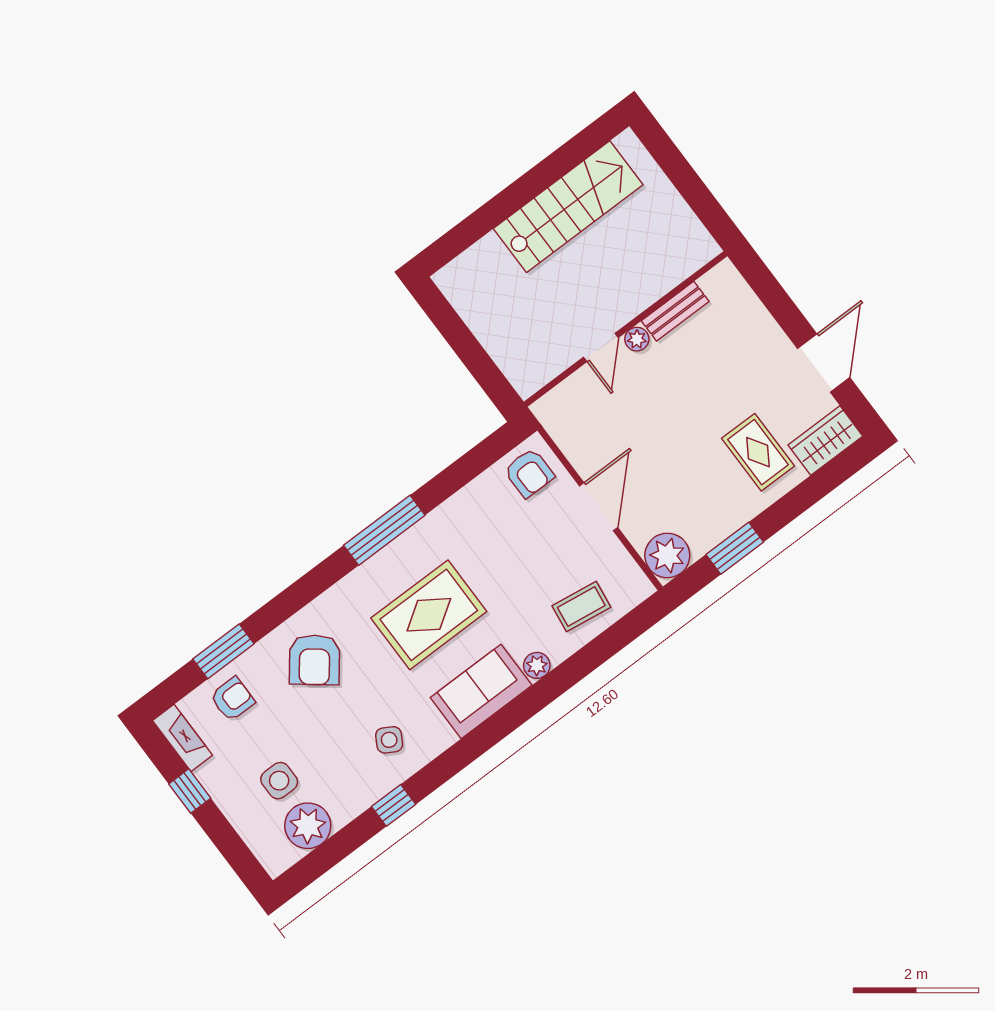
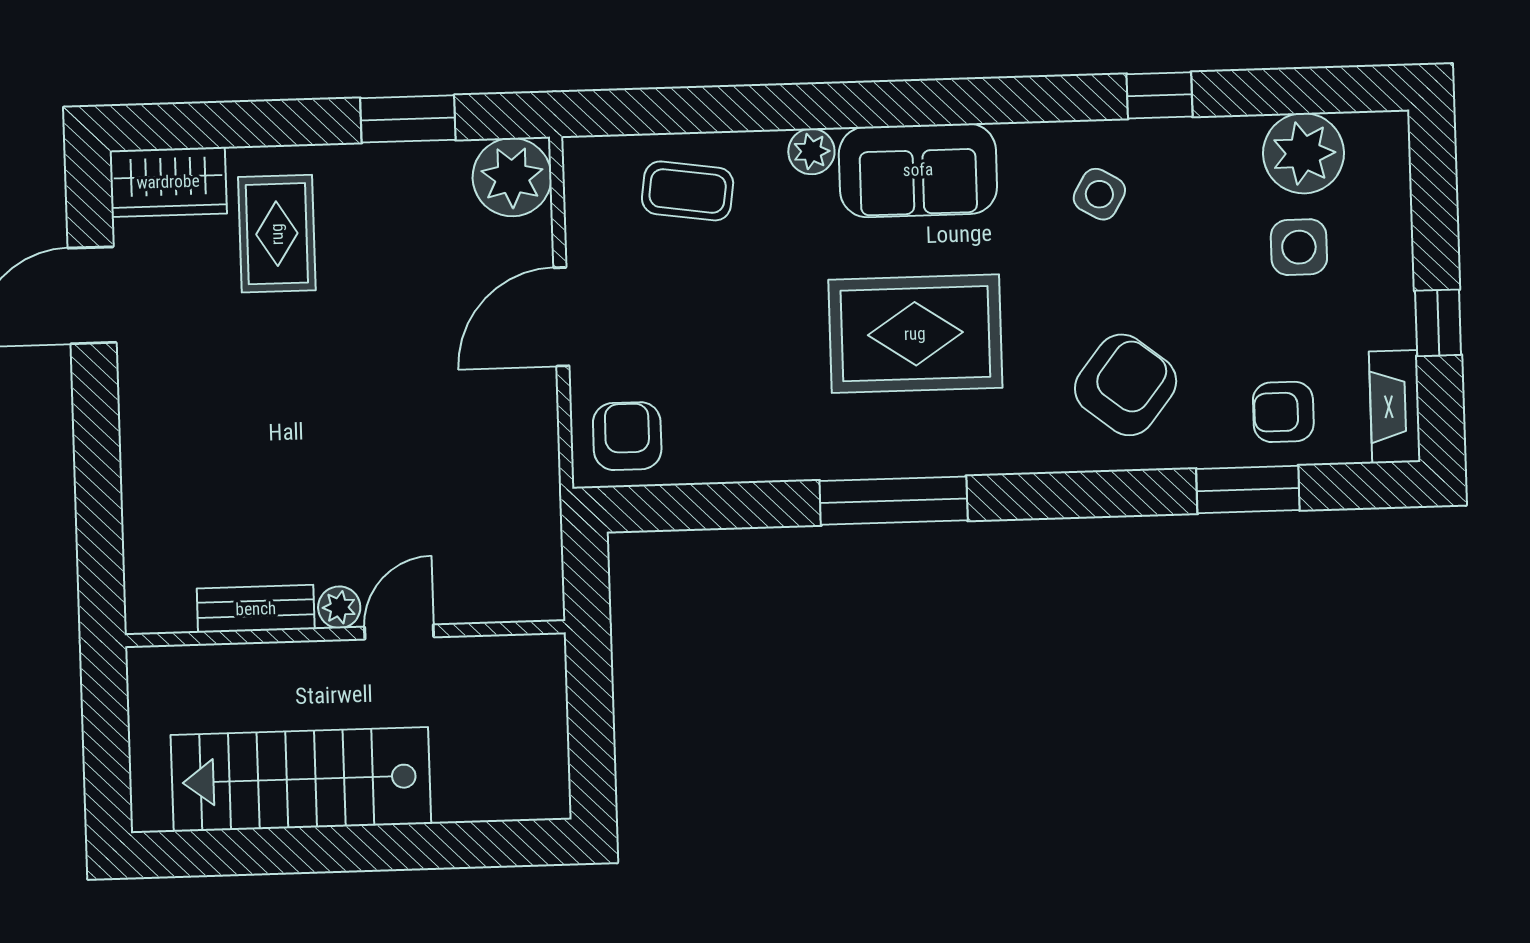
bench: (675, 311) -> (256, 609), moved
wall: (625, 329) -> (345, 634), moved
plant: (637, 339) -> (339, 607), moved
door: (601, 347) -> (399, 632), moved

